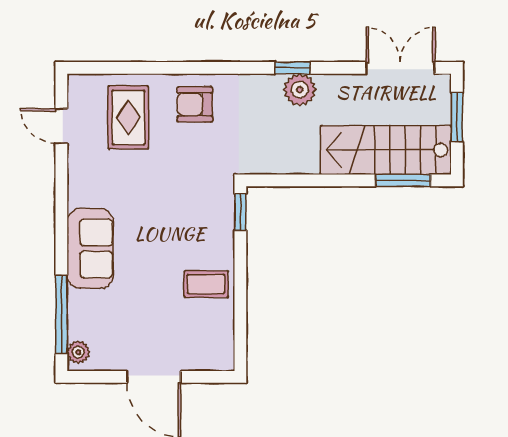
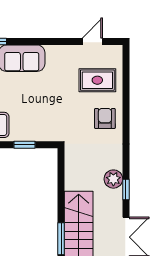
window: (292, 68) -> (126, 189), moved
window: (240, 212) -> (25, 145), moved

